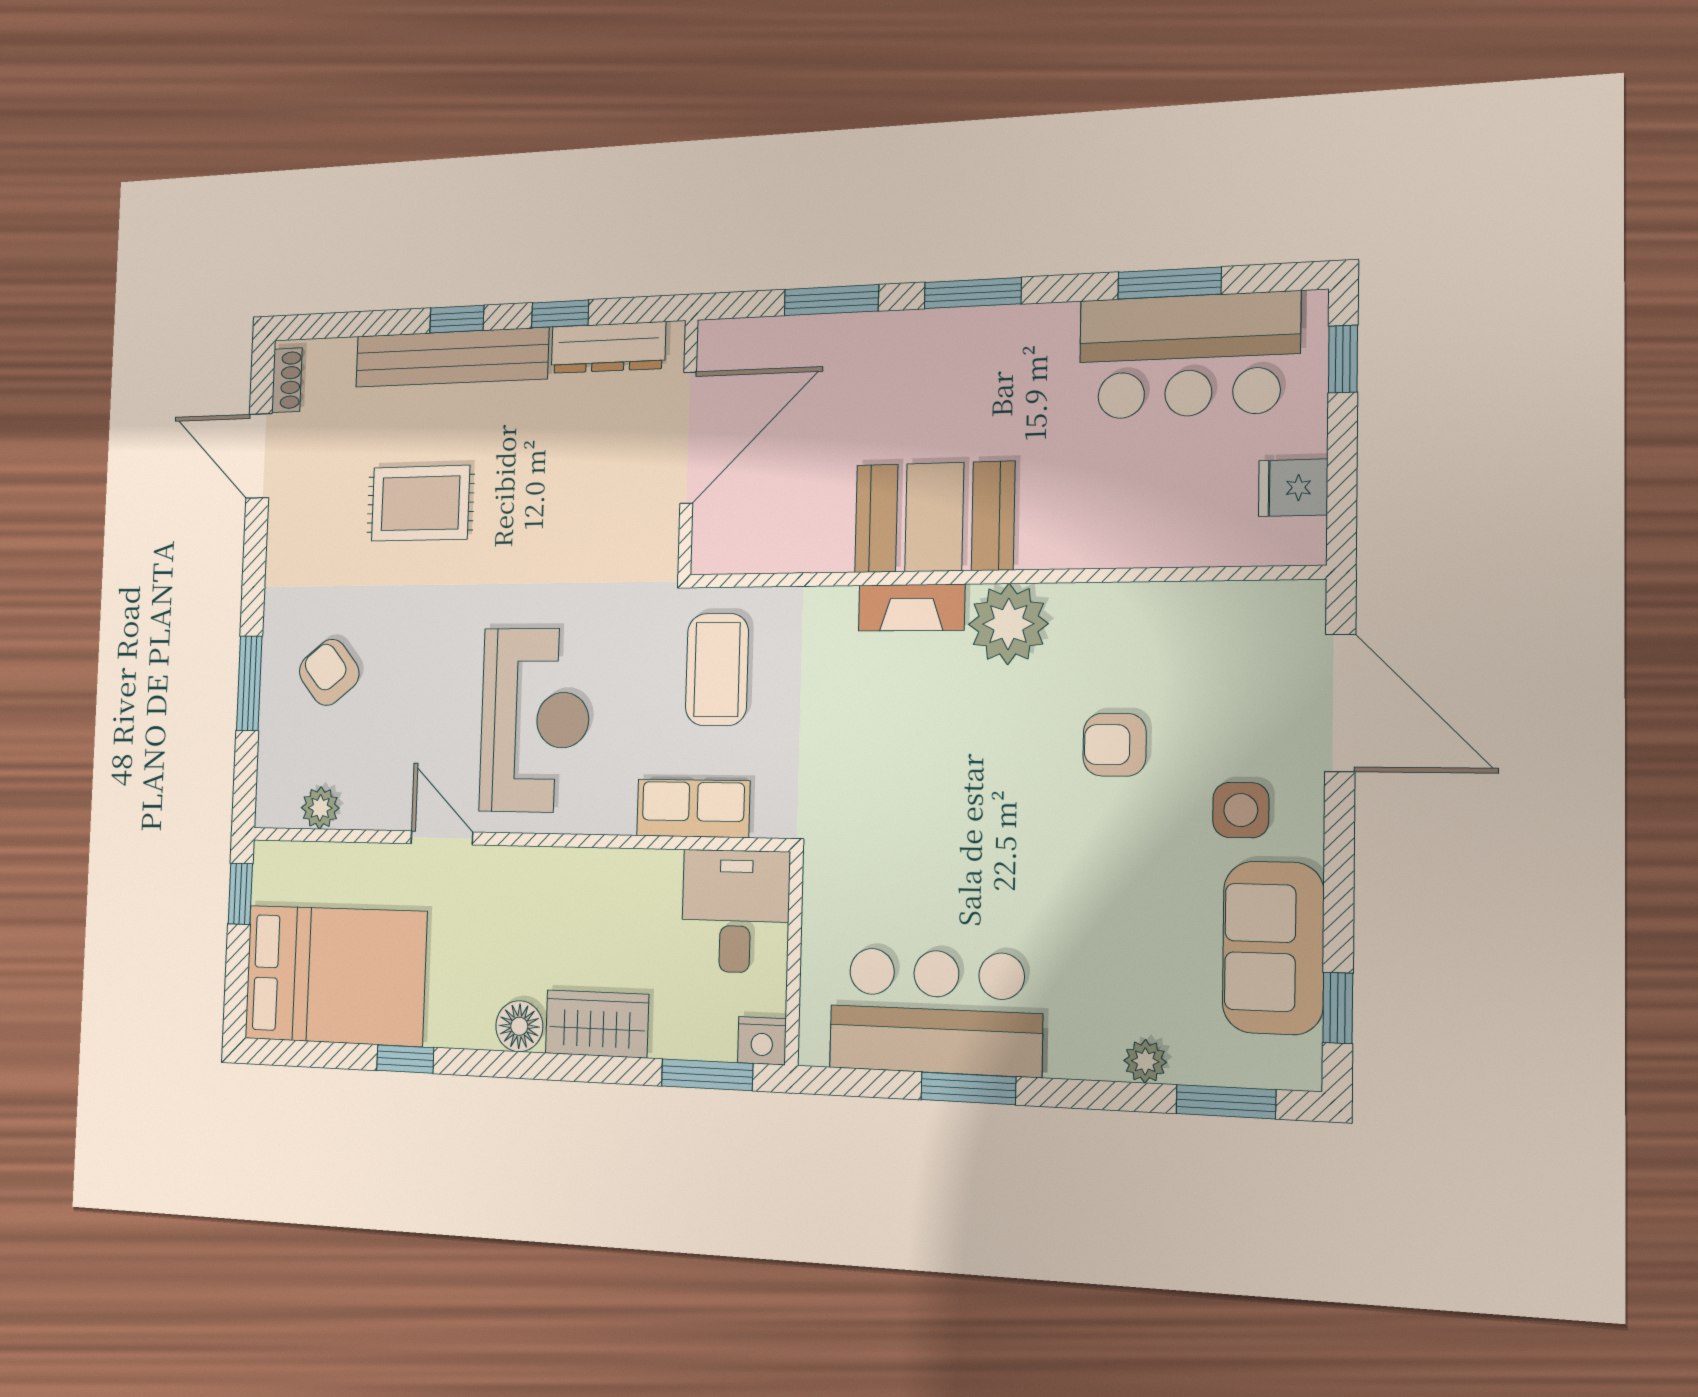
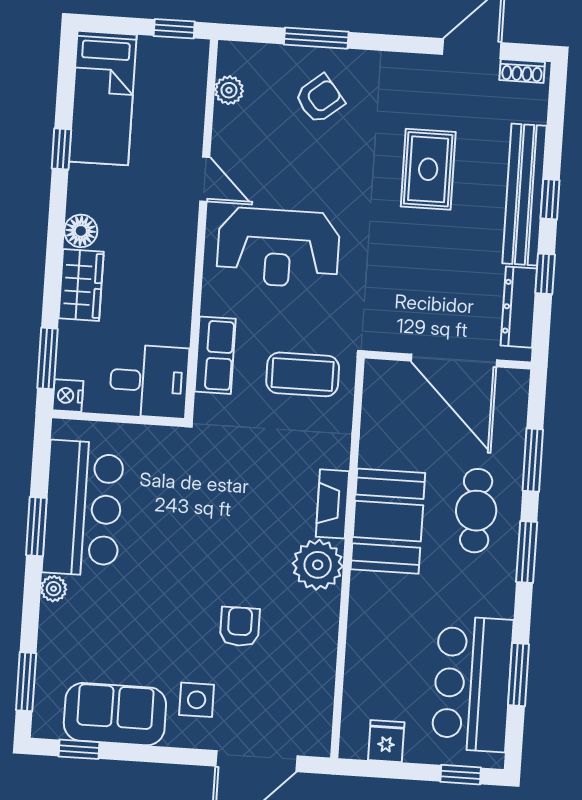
cafe table: (912, 380) -> (476, 511), added
door: (442, 838) -> (205, 179), hinge flipped
bed: (335, 975) -> (103, 98), width x0.67
plant: (1145, 1061) -> (54, 589), moved

